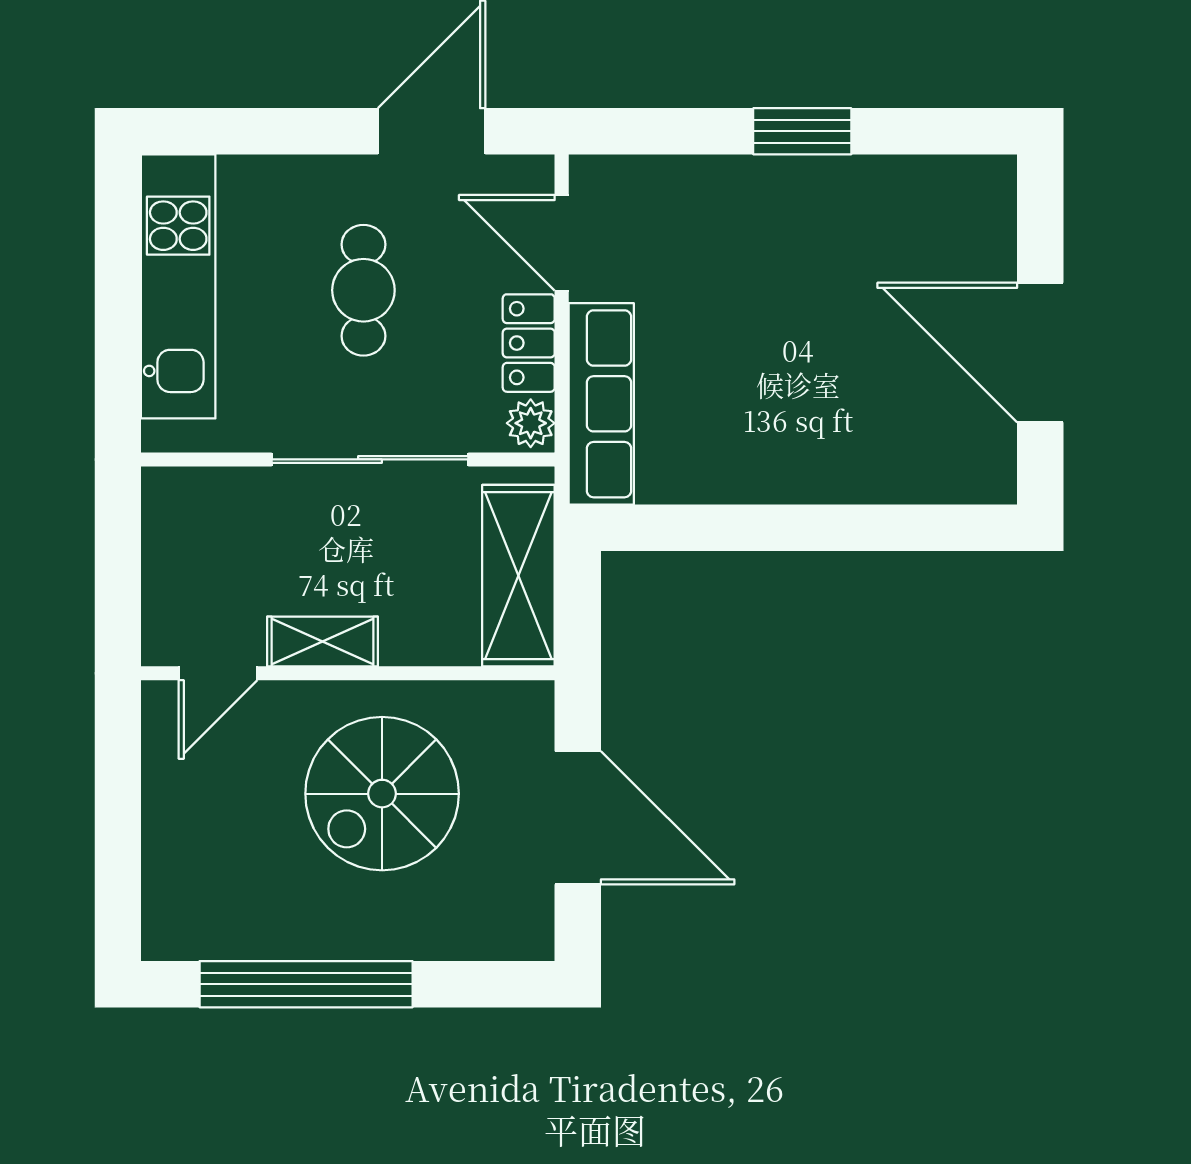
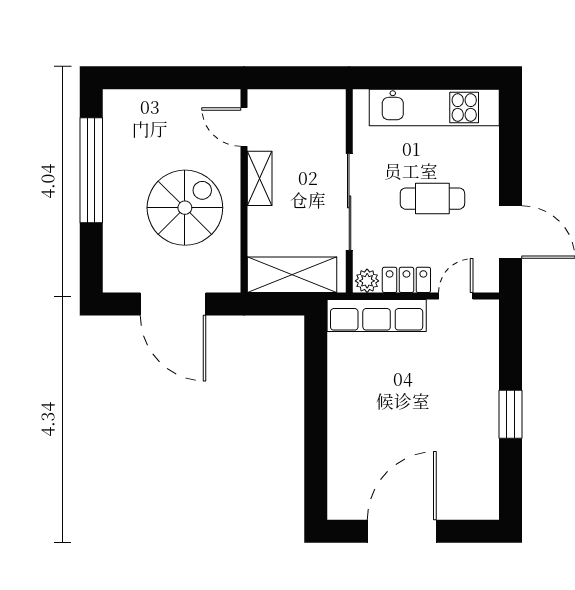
door: (562, 243) -> (456, 296), width x0.73
spiral stairs: (382, 794) -> (185, 208), turned 90
door: (578, 818) -> (173, 304), hinge flipped

